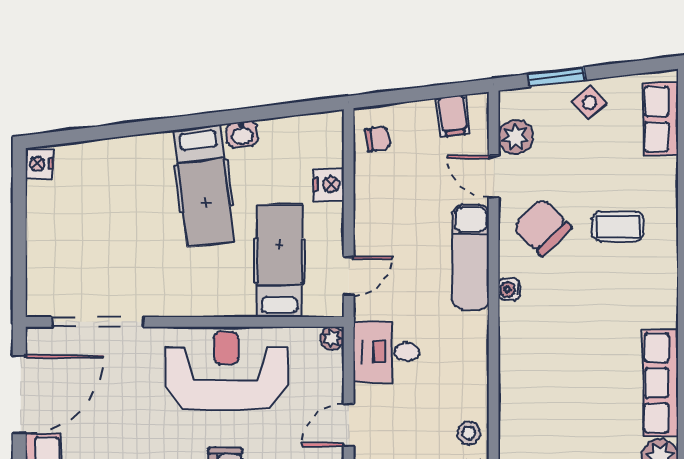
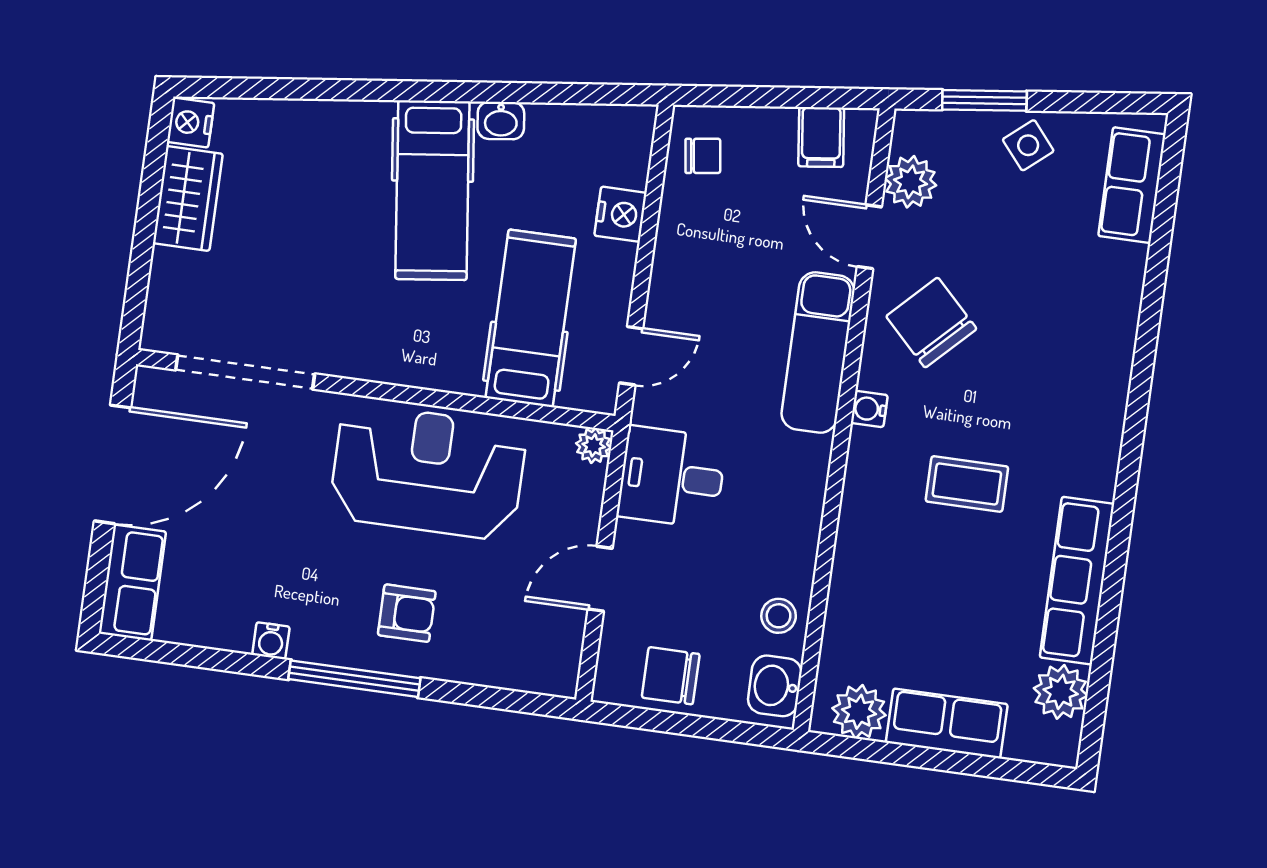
wardrobe: (44, 214) -> (188, 199), added
coffee table: (618, 226) -> (967, 484), moved

